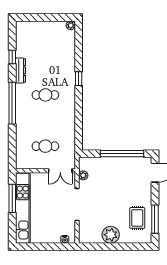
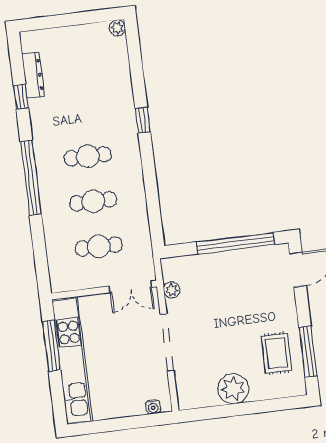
dresser: (20, 71) -> (33, 75), moved
cafe table: (45, 121) -> (93, 201), added

